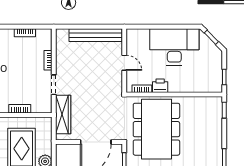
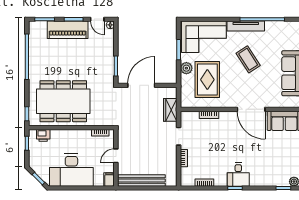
filing cabinet: (132, 36) -> (109, 180), added
door: (124, 63) -> (116, 156), hinge flipped
printer: (160, 86) -> (43, 135), moved
wardrobe: (63, 114) -> (170, 110), width x0.67
dining table: (156, 129) -> (63, 101), moved, turned 90

